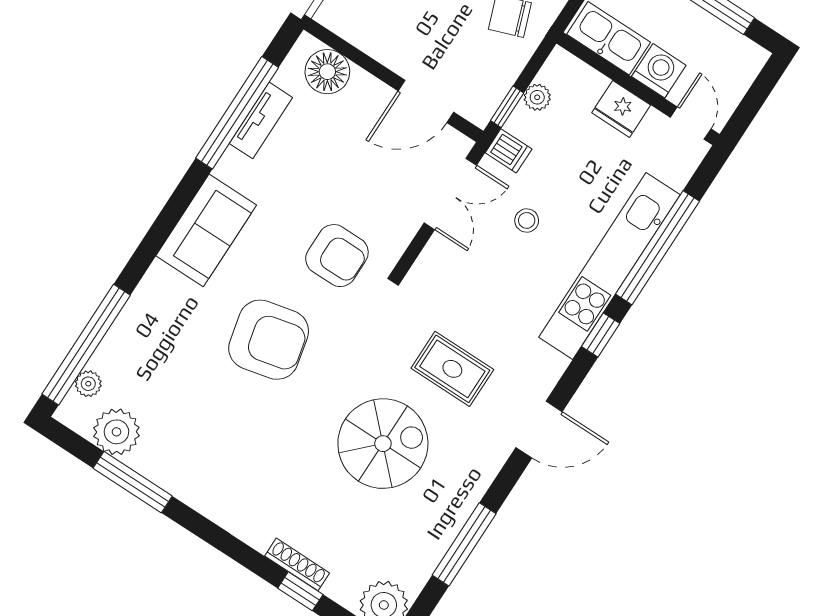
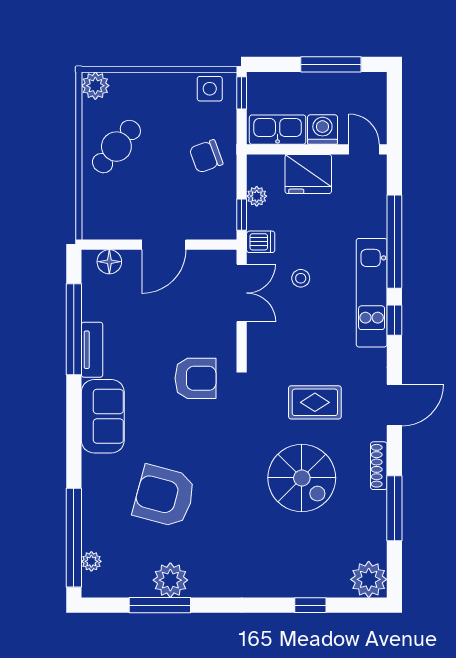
floor lamp: (327, 72) -> (109, 262), width x0.73, depth x0.73
door: (426, 101) -> (164, 245), moved
fridge: (621, 109) -> (308, 174), width x1.36, depth x1.34
tv unit: (261, 120) -> (92, 350), moved
kitchen unit: (609, 266) -> (372, 293), width x0.73
armchair: (269, 340) -> (164, 496), moved, turned -152
plant: (116, 432) -> (170, 580), moved
spiral stairs: (383, 444) -> (302, 478), turned 90
shoe rack: (297, 564) -> (379, 466), moved, turned -90

